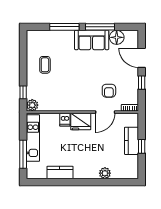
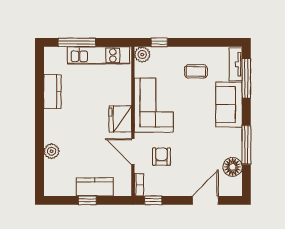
window: (64, 27) -> (246, 78), moved
tv unit: (40, 35) -> (236, 64), added
sofa: (92, 40) -> (229, 105), moved
window: (142, 83) -> (153, 200), moved
armchair: (109, 91) -> (161, 157), turned 90
corner sofa: (70, 96) -> (154, 105), added
dishwasher: (65, 120) -> (123, 98), removed

